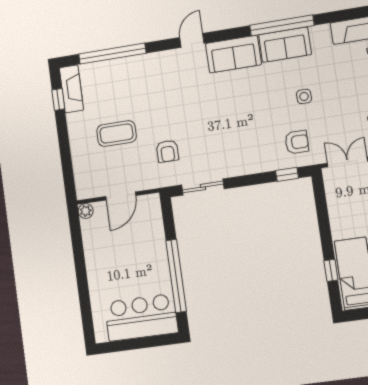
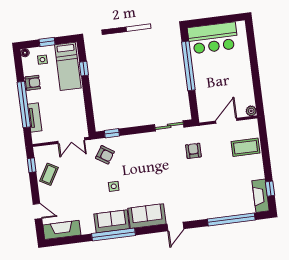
side table: (304, 96) -> (114, 186), moved
coffee table: (117, 134) -> (246, 147), moved
armchair: (297, 142) -> (105, 155), turned -147

